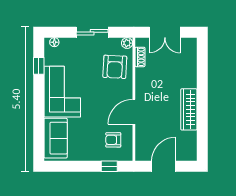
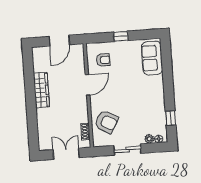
plant: (127, 43) -> (149, 139), moved
armchair: (115, 67) -> (106, 122), turned 117
corner sofa: (62, 92) -> (149, 98), removed
window: (109, 166) -> (121, 36), moved

